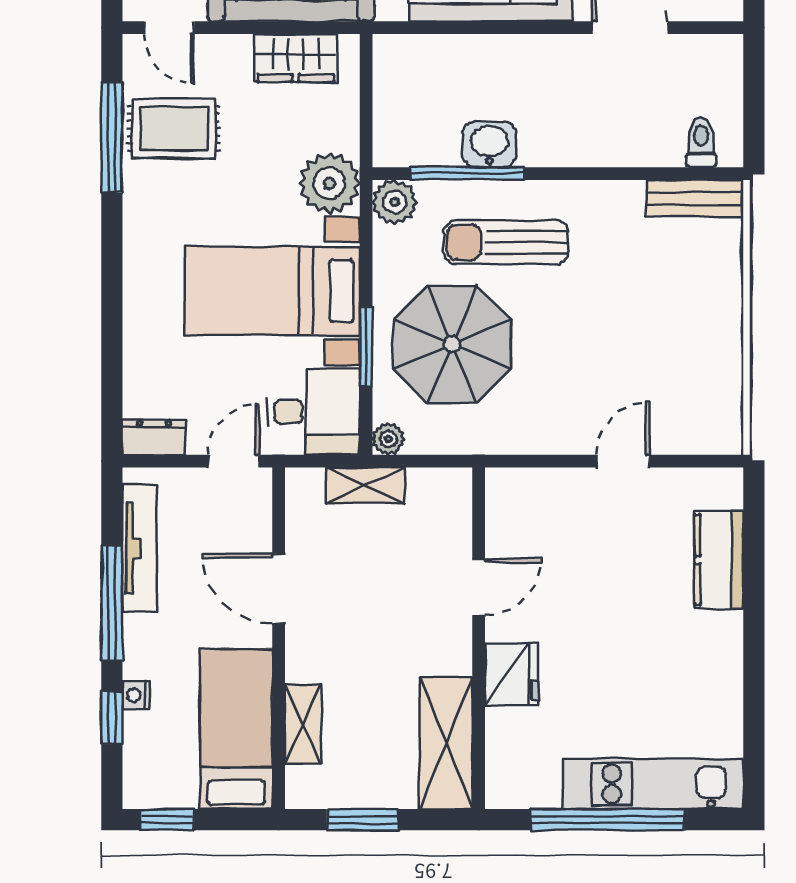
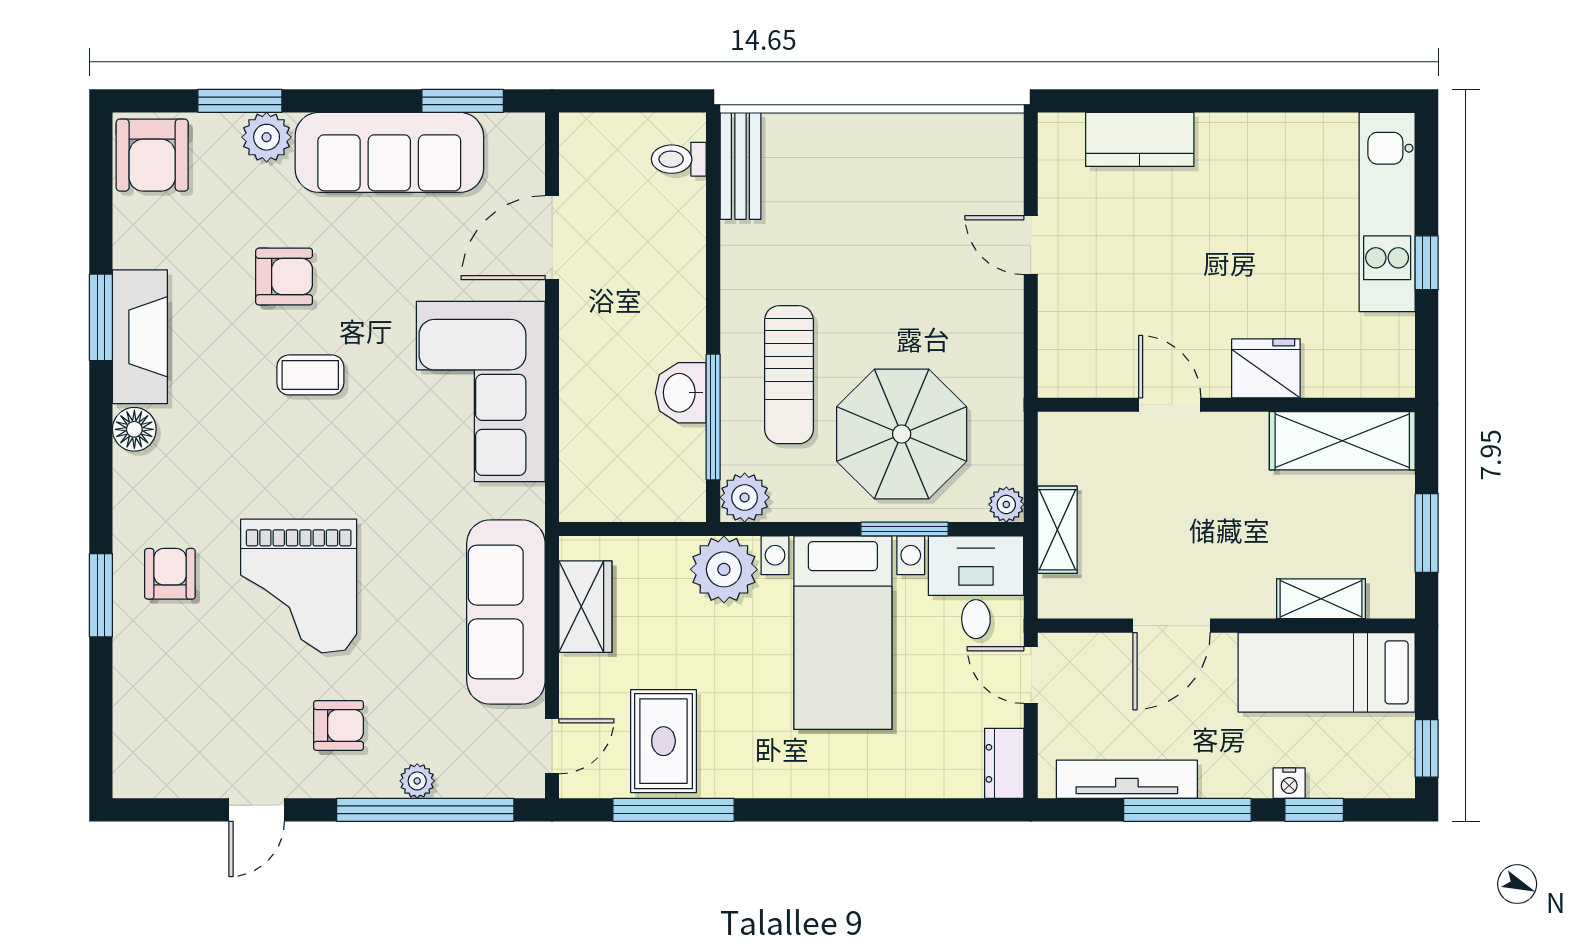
window: (607, 820) -> (1427, 263), width x0.32

